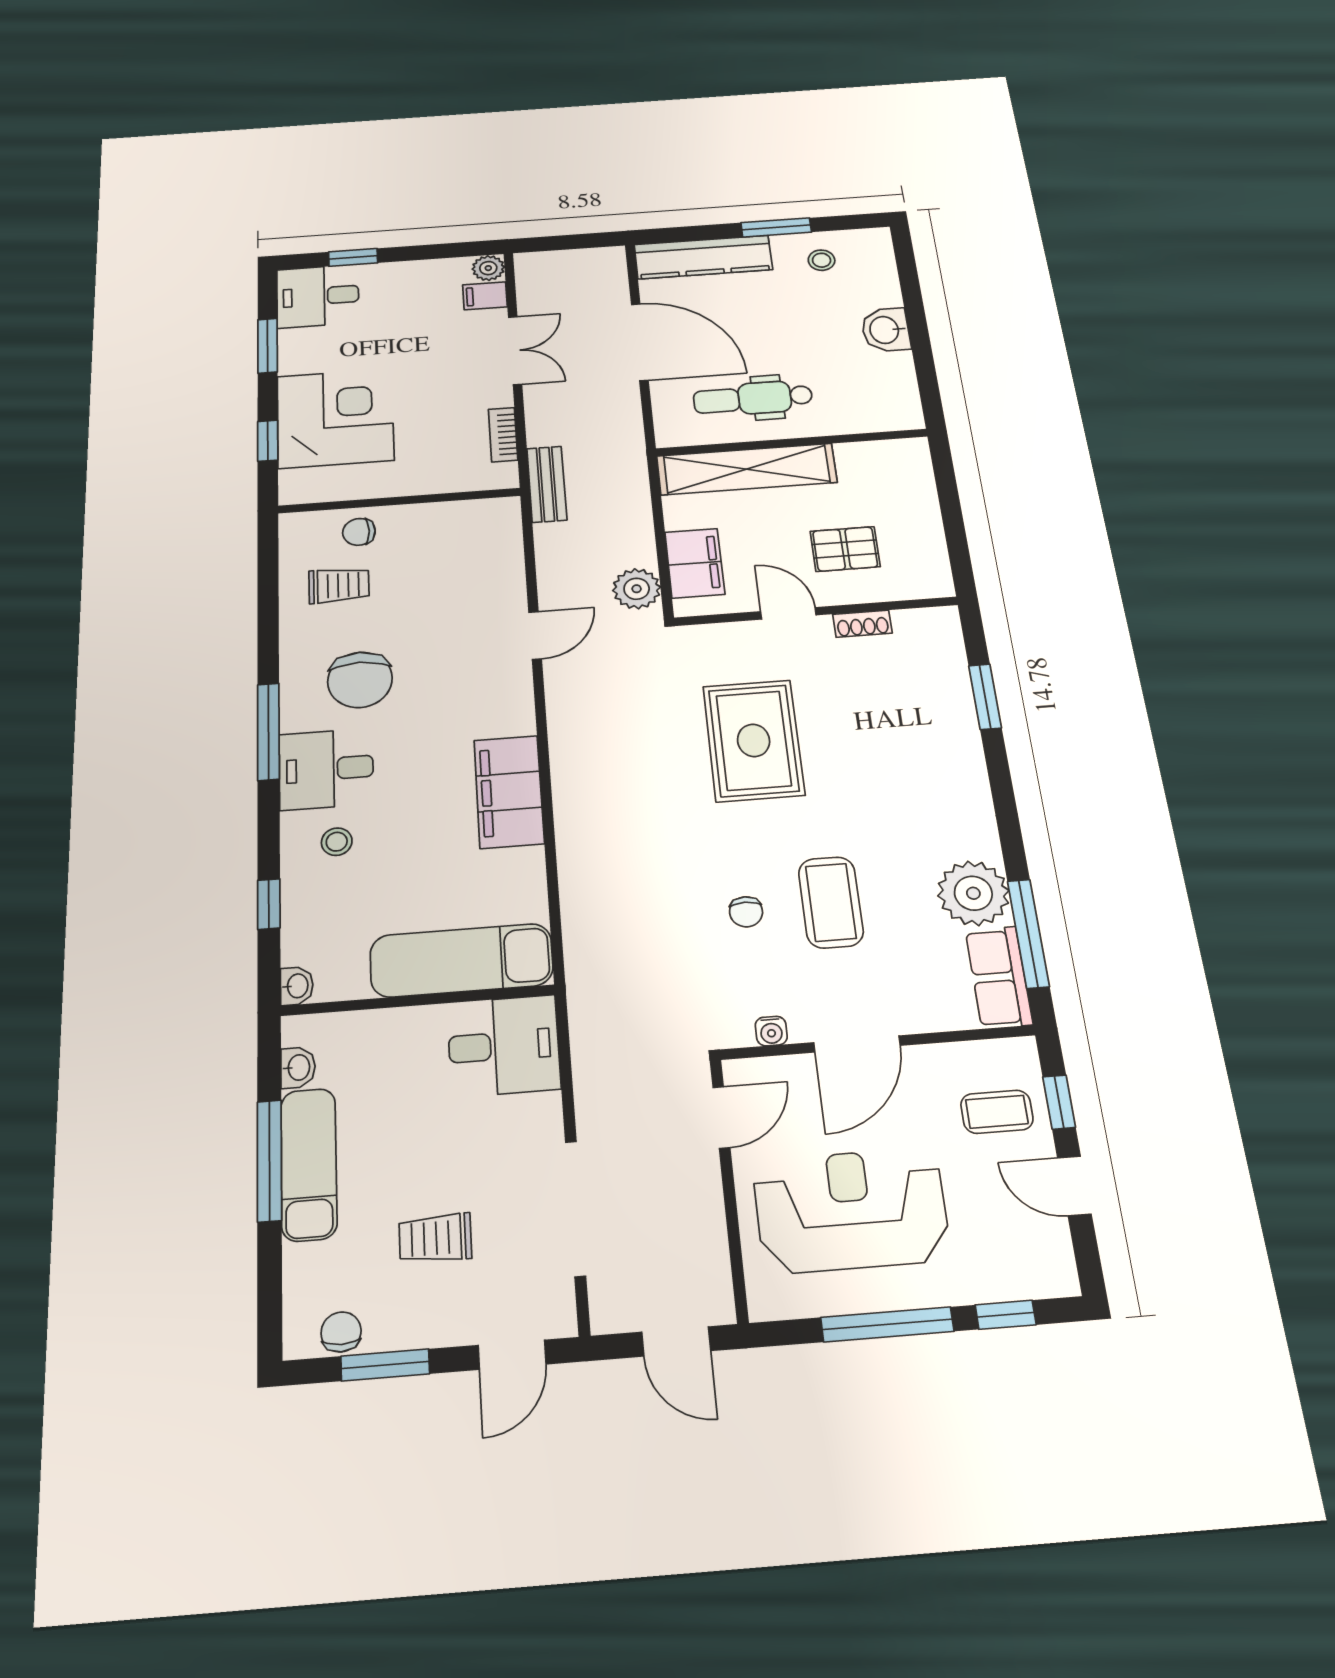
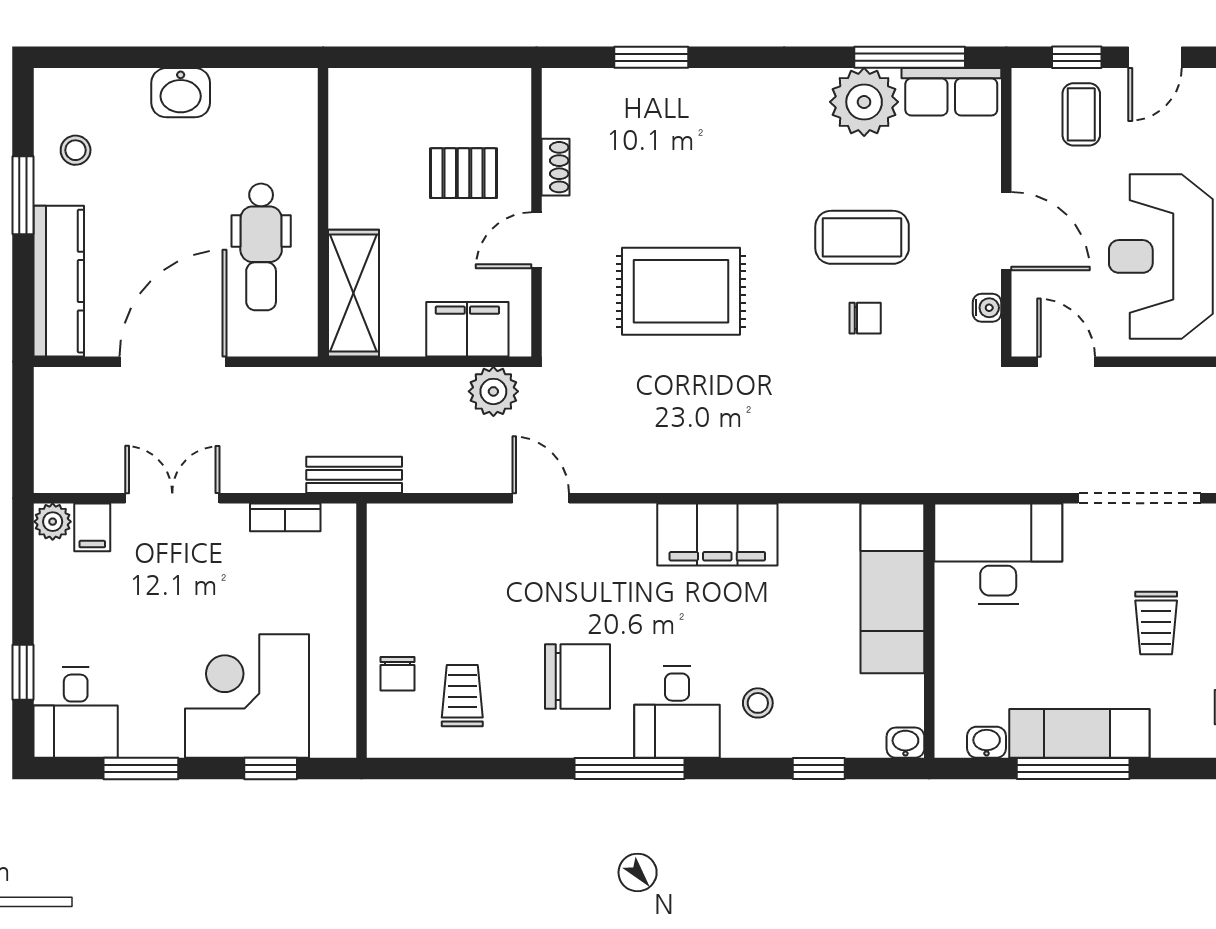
shelving: (747, 469) -> (354, 293), width x0.68
pallet: (845, 549) -> (464, 173), turned 90
desk: (504, 1046) -> (998, 554), width x1.37

